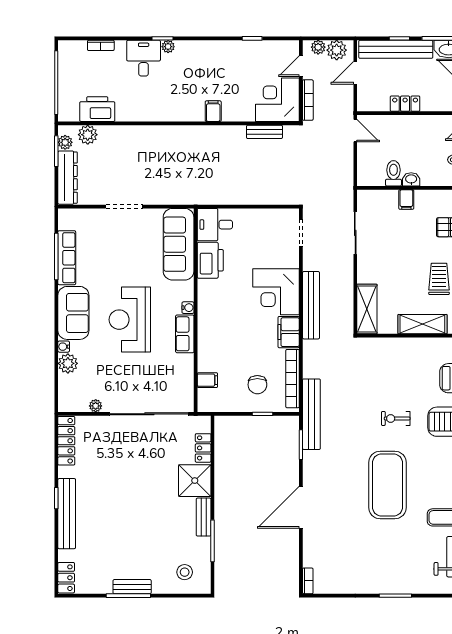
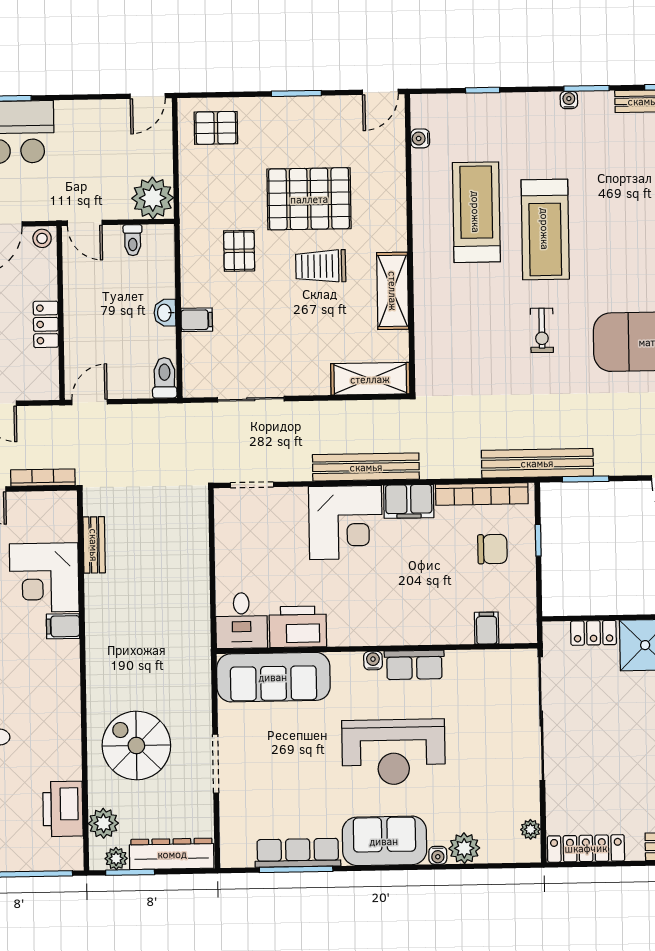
corner desk: (277, 100) -> (44, 578), moved
spiral stairs: (137, 156) -> (136, 746), added
toilet: (393, 173) -> (165, 378), moved, turned 90
plant: (96, 406) -> (531, 829), moved

